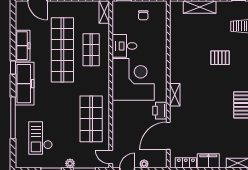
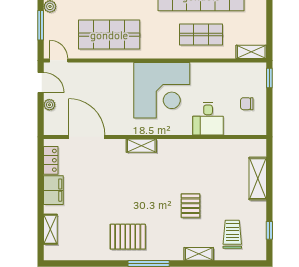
desk: (124, 46) -> (208, 119), moved, turned 180
printer: (160, 111) -> (120, 126), removed
door: (111, 157) -> (59, 60), hinge flipped

